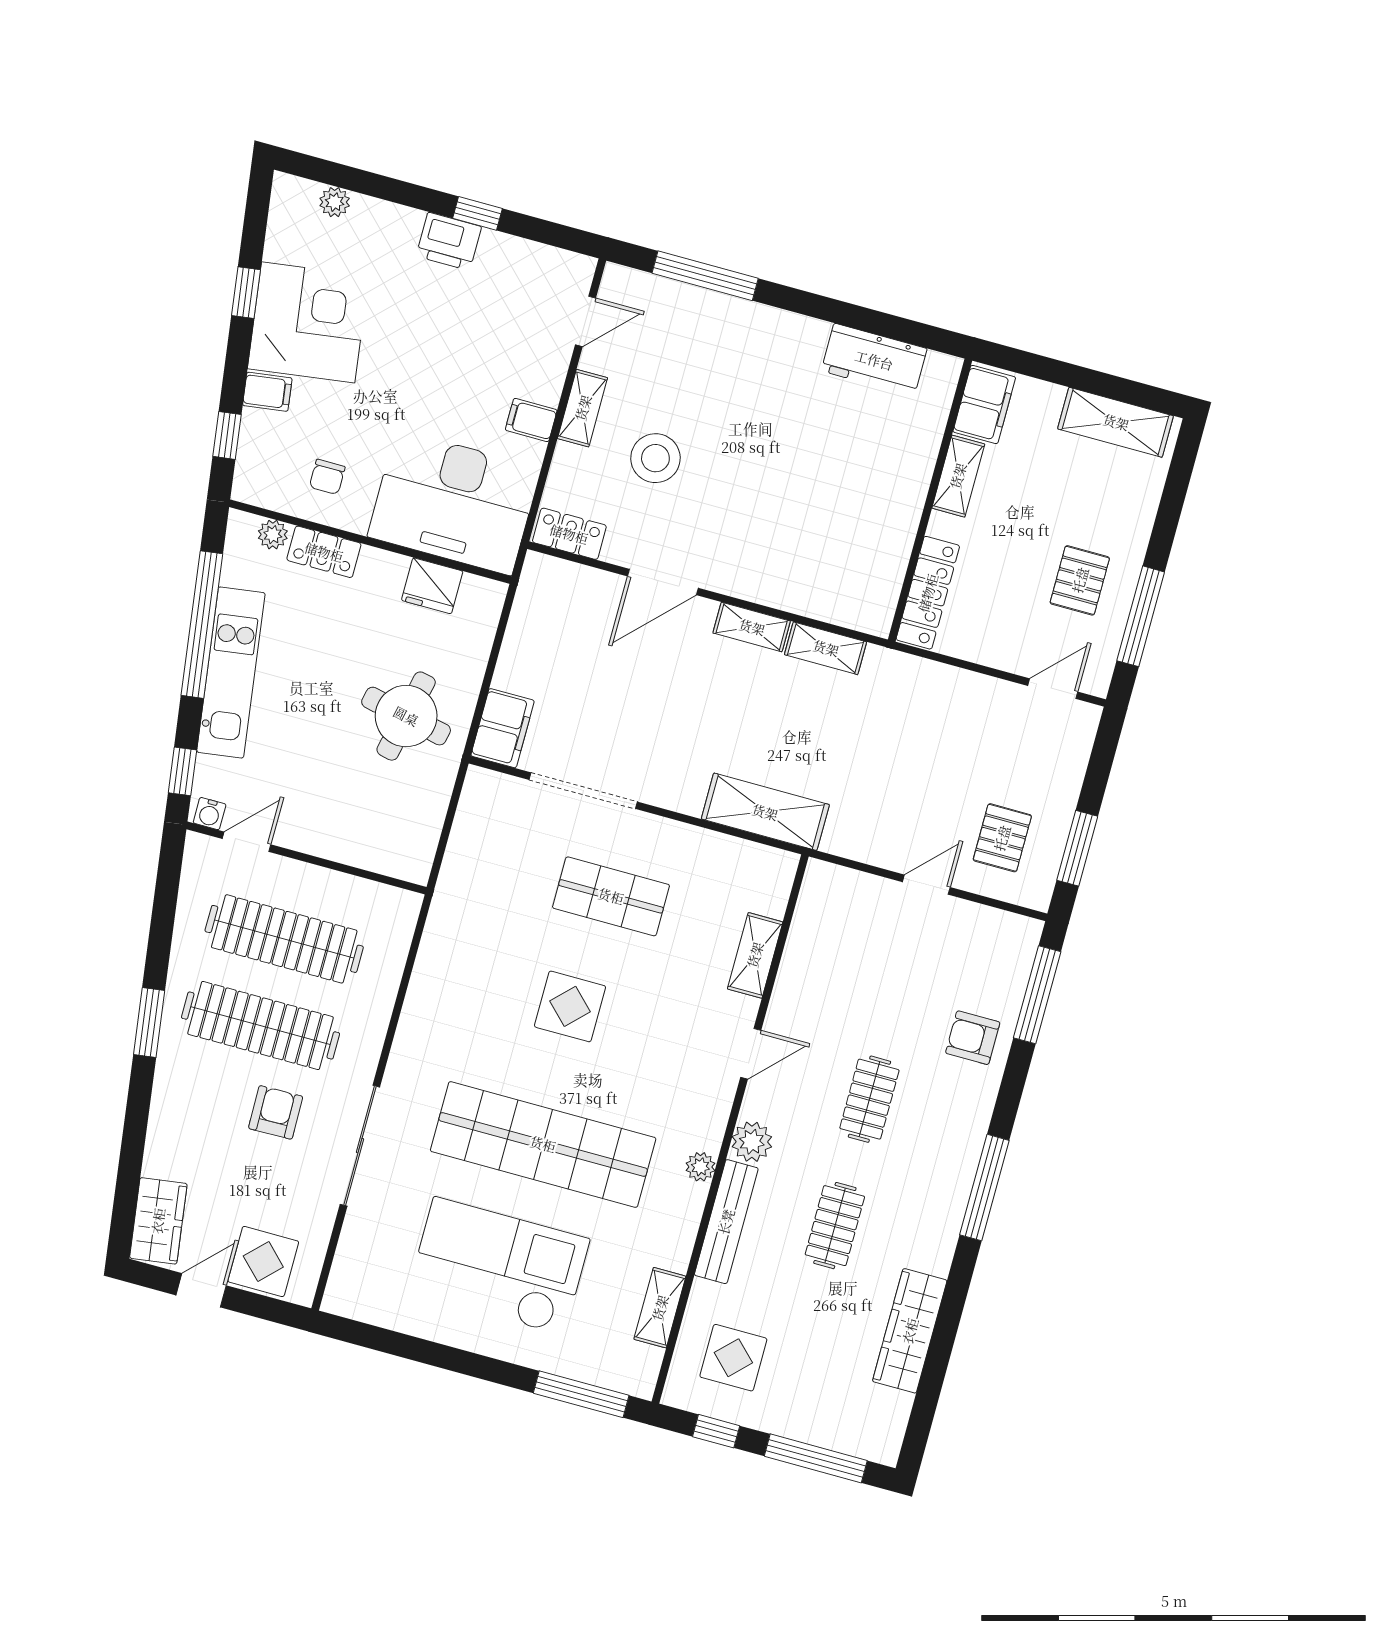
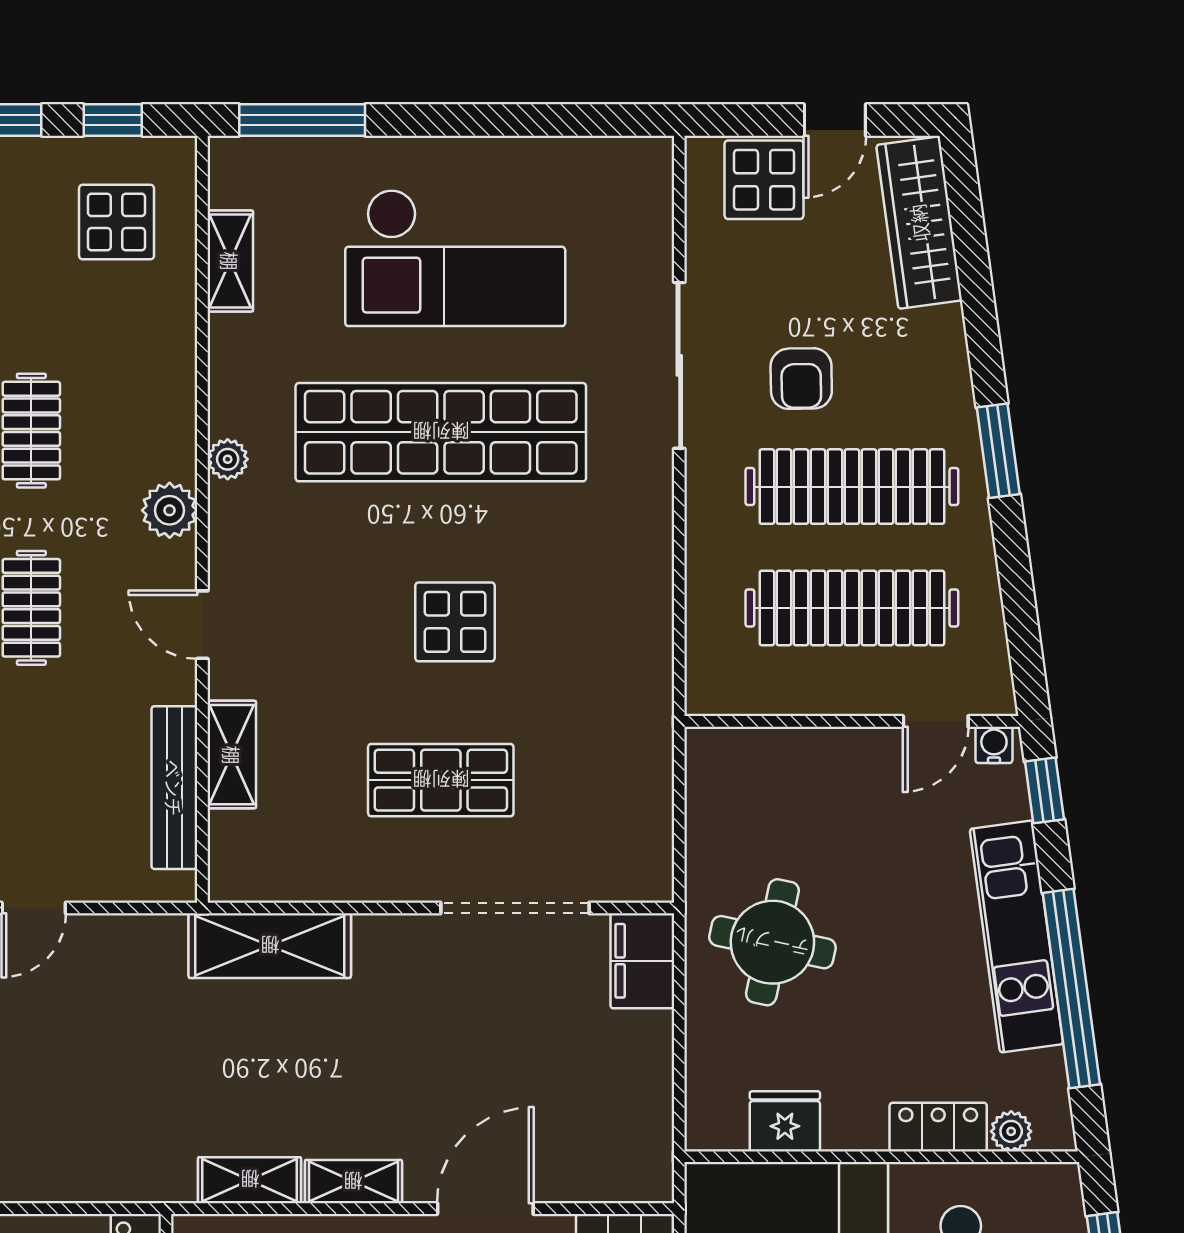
door: (751, 1054) -> (202, 625), hinge flipped
wardrobe: (158, 1221) -> (919, 223), width x1.50
bench: (726, 1222) -> (174, 788), moved

